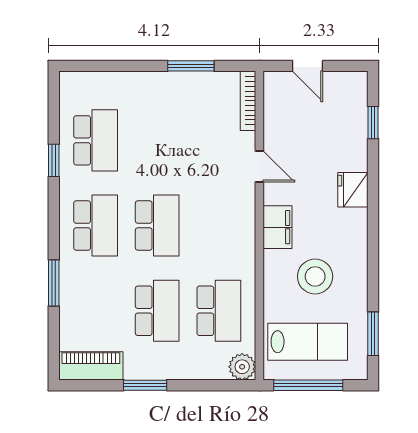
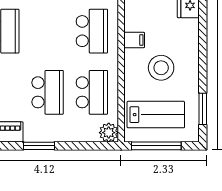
school desk: (157, 226) -> (92, 31), moved
filing cabinet: (278, 227) -> (134, 40), width x0.50

